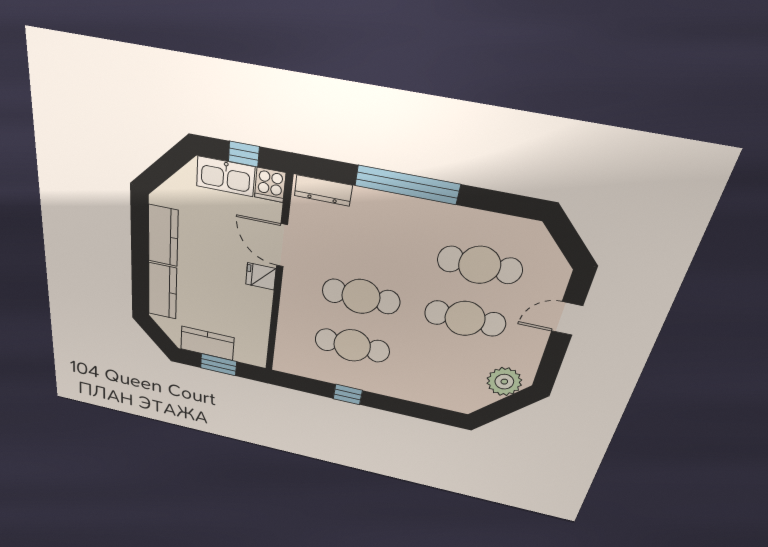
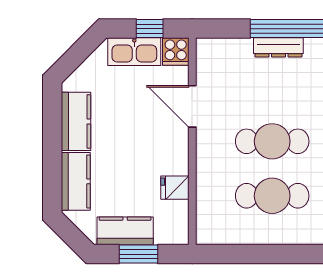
dresser: (323, 190) -> (278, 47), moved
fridge: (261, 276) -> (175, 188), moved
window: (348, 394) -> (277, 254), removed

